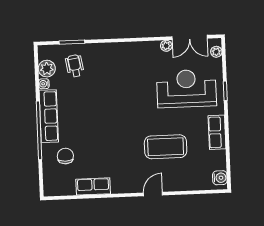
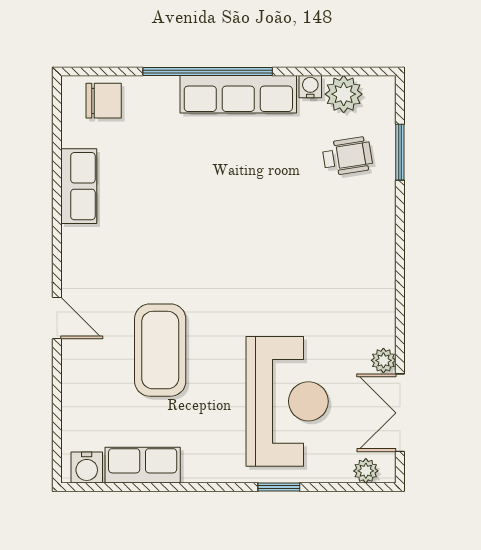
row of seats: (217, 132) -> (143, 465), moved
chair: (65, 156) -> (104, 101), moved

